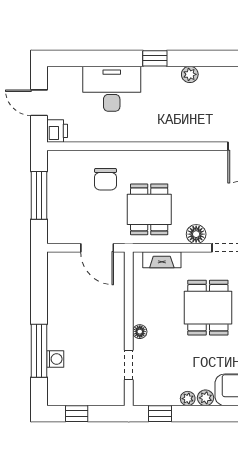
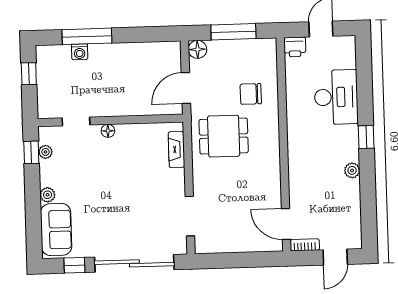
floor lamp: (196, 234) -> (197, 49), moved
dining table: (208, 308) -> (133, 194), removed
plant: (188, 399) -> (45, 152), moved

